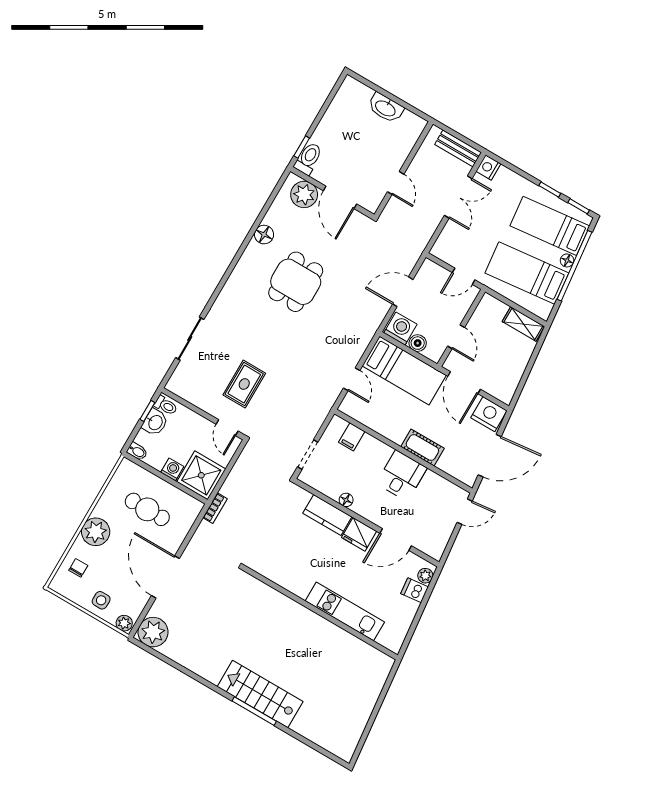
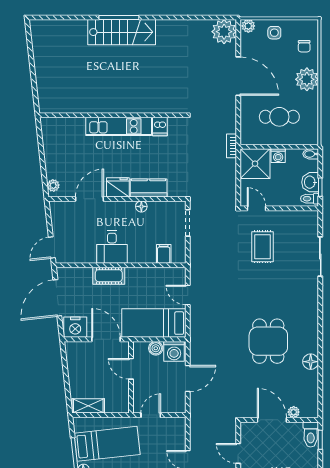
plant: (304, 194) -> (294, 412), width x0.53, depth x0.53
dishwasher: (415, 590) -> (160, 127), moved, turned 96
kitchen unit: (345, 611) -> (119, 126), moved

